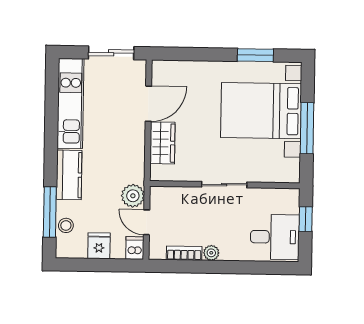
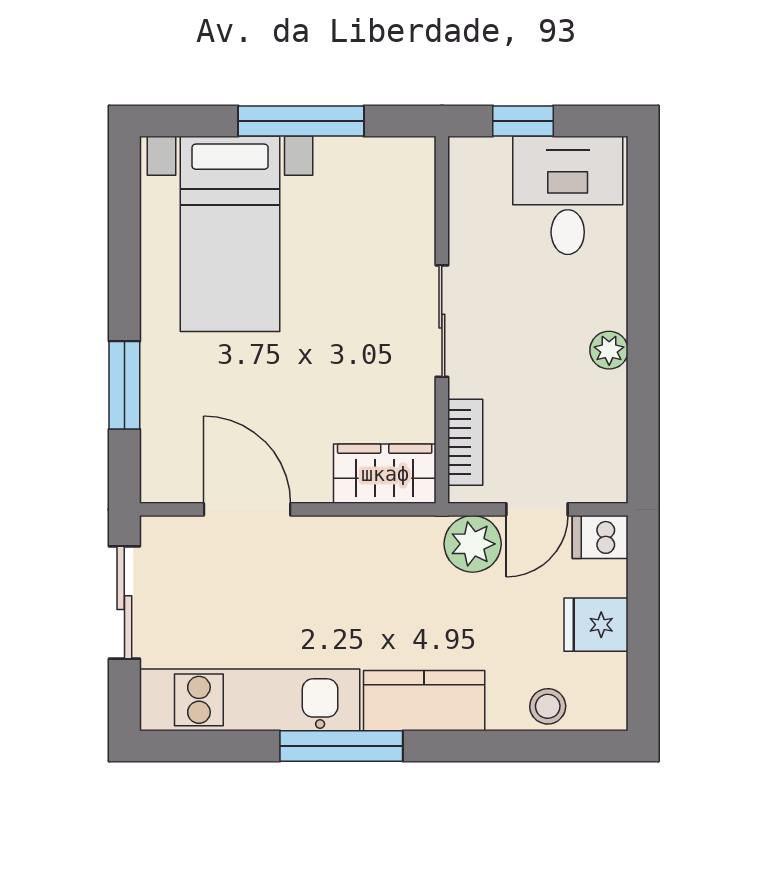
window: (255, 55) -> (124, 385), moved
bed with nightstands: (261, 111) -> (230, 234), width x0.73
wardrobe: (162, 143) -> (385, 474), moved
window: (50, 212) -> (341, 746), moved
bookcase: (184, 253) -> (465, 442), moved, turned 180

